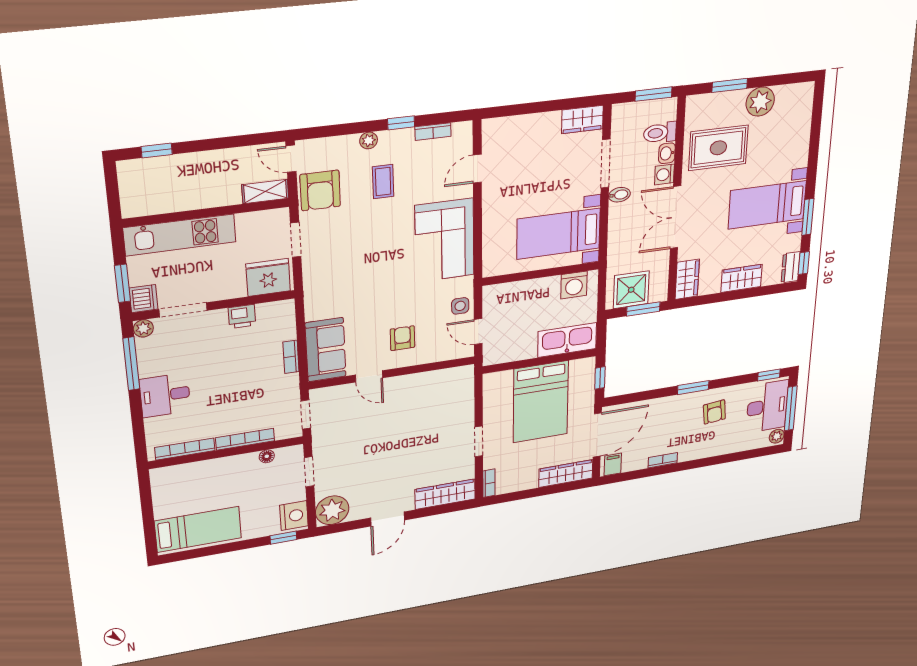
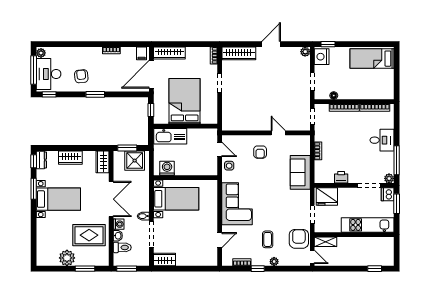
sofa: (326, 350) -> (300, 172), moved
plant: (332, 510) -> (305, 52), width x0.53, depth x0.53

